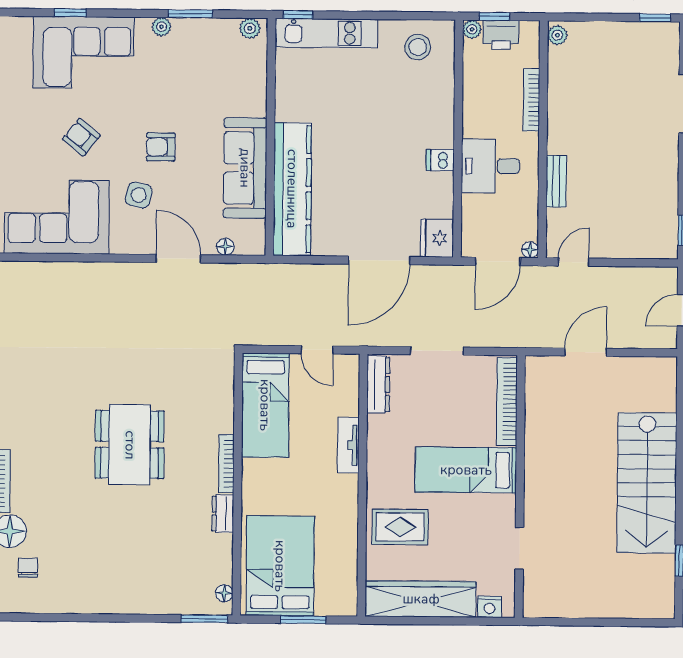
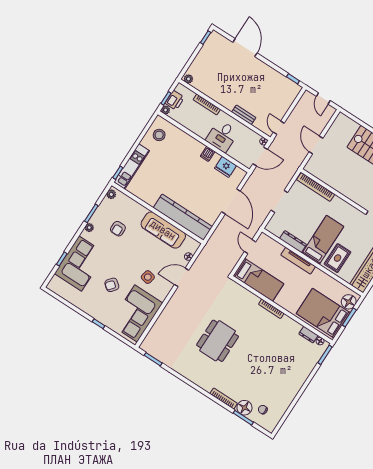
armchair: (161, 147) -> (118, 229), moved
fridge: (437, 238) -> (226, 167), moved
door: (498, 261) -> (260, 156), hinge flipped
door: (317, 350) -> (250, 247), swing flipped
dresser: (378, 384) -> (293, 242), moved
dining table: (130, 445) -> (218, 341), moved, turned 90
tv unit: (348, 445) -> (298, 261), width x1.41
bed: (466, 470) -> (323, 240), moved, turned 180
dresser: (223, 514) -> (308, 335), moved
floor lamp: (332, 600) -> (349, 302), added

